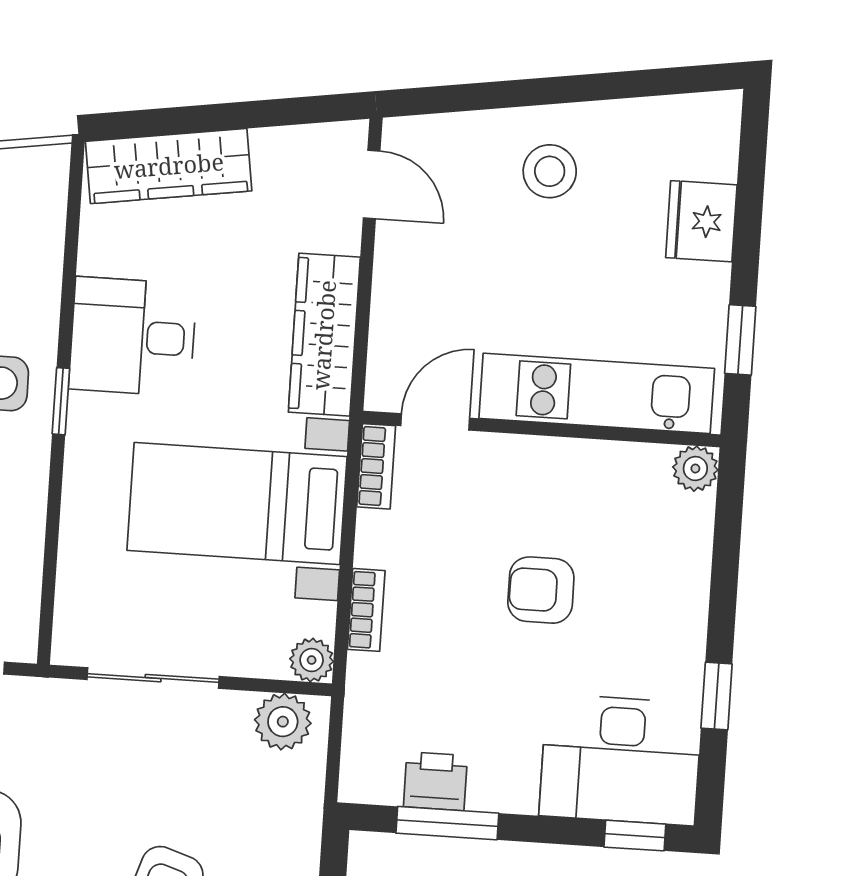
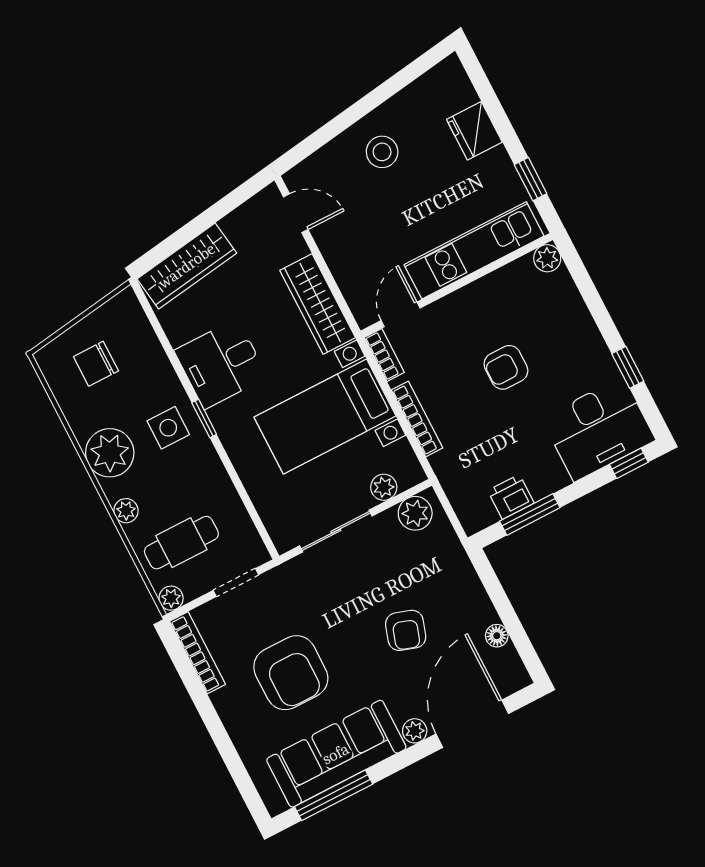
bookcase: (366, 610) -> (417, 419), width x1.56
plant: (312, 660) -> (384, 487), moved

